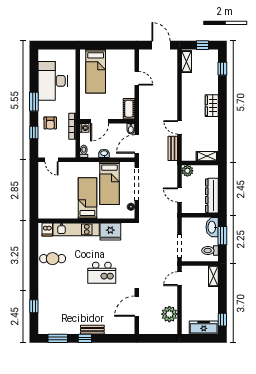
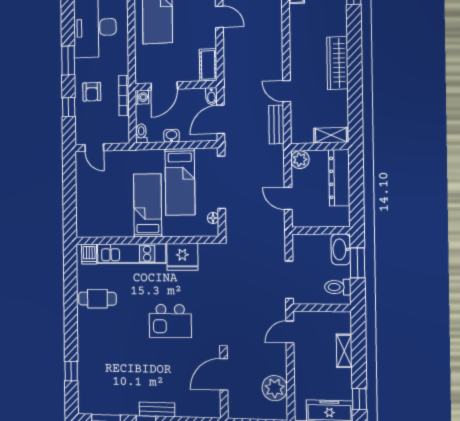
wardrobe: (212, 106) -> (337, 63), width x1.50
dresser: (212, 196) -> (339, 178), moved
shelving: (213, 276) -> (344, 351), moved

